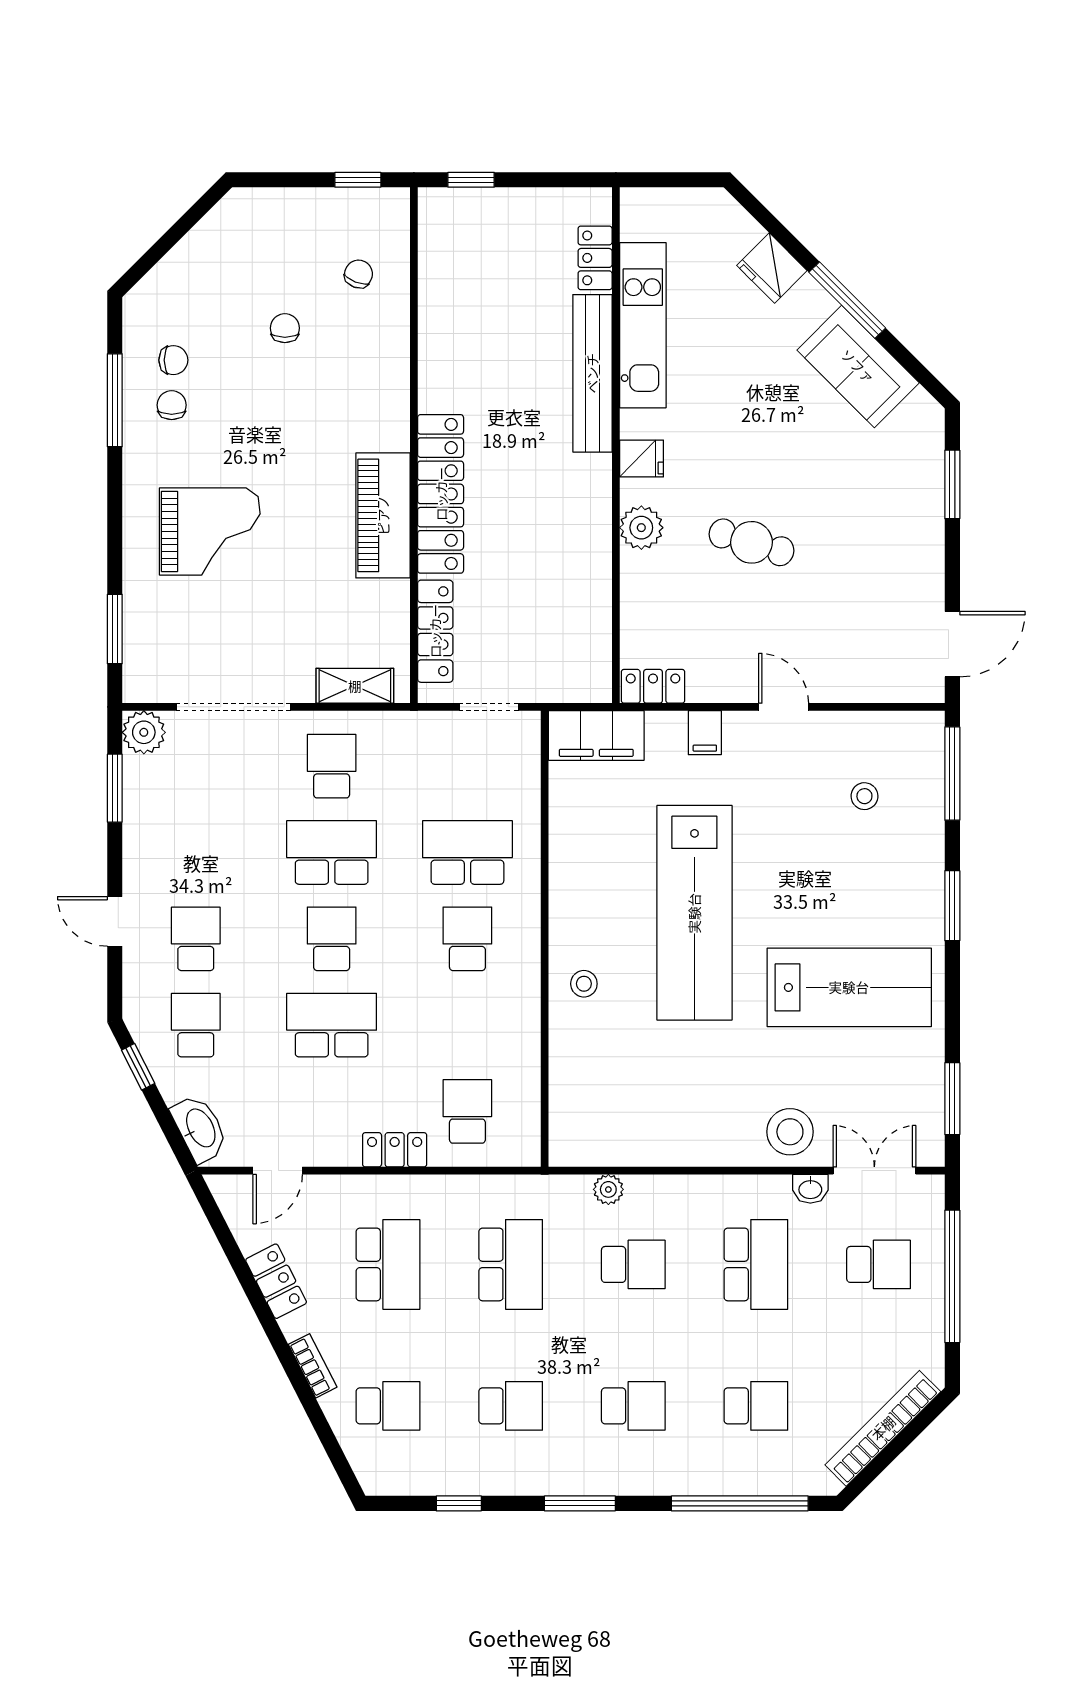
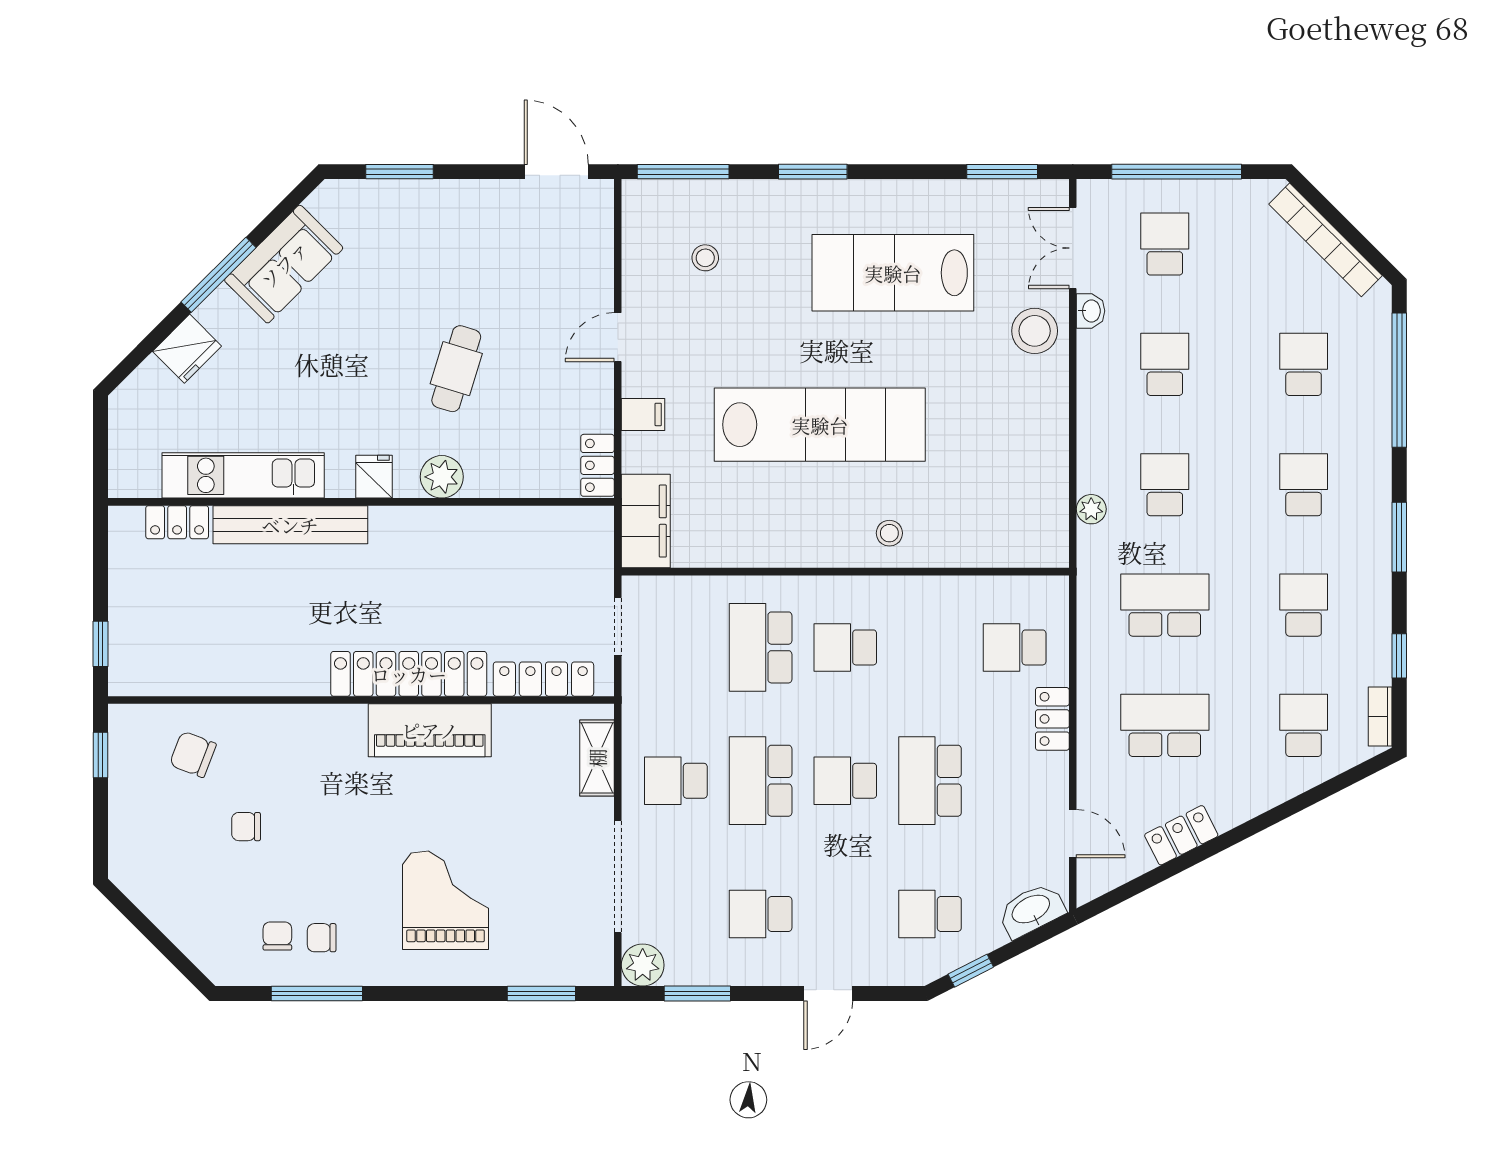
chair: (359, 274) -> (193, 754), width x1.37, depth x1.37
school desk: (196, 939) -> (761, 914), moved
lab bench: (849, 987) -> (893, 273), turned -90
school desk: (756, 1264) -> (1165, 364), width x0.54
bookcase: (313, 1366) -> (1380, 717), moved, turned -63

